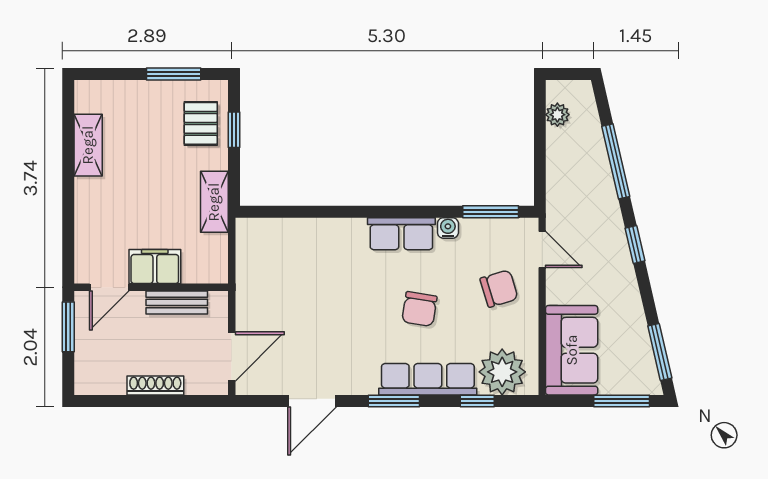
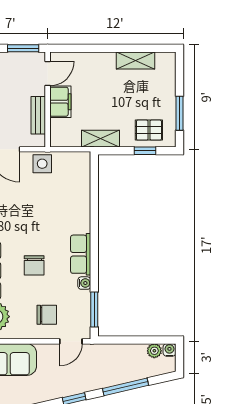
water cooler: (556, 90) -> (169, 350), added
door: (109, 287) -> (48, 73), swing flipped
chair: (499, 289) -> (47, 315), turned -73
side table: (255, 296) -> (42, 164), added
chair: (419, 309) -> (34, 265), turned -99

